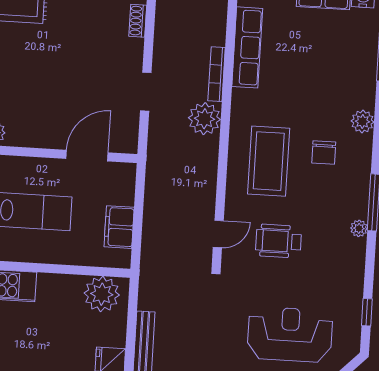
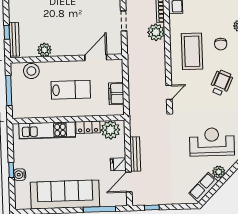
wheelchair: (278, 241) -> (221, 83), moved, turned 115
locker: (60, 285) -> (88, 127), added

